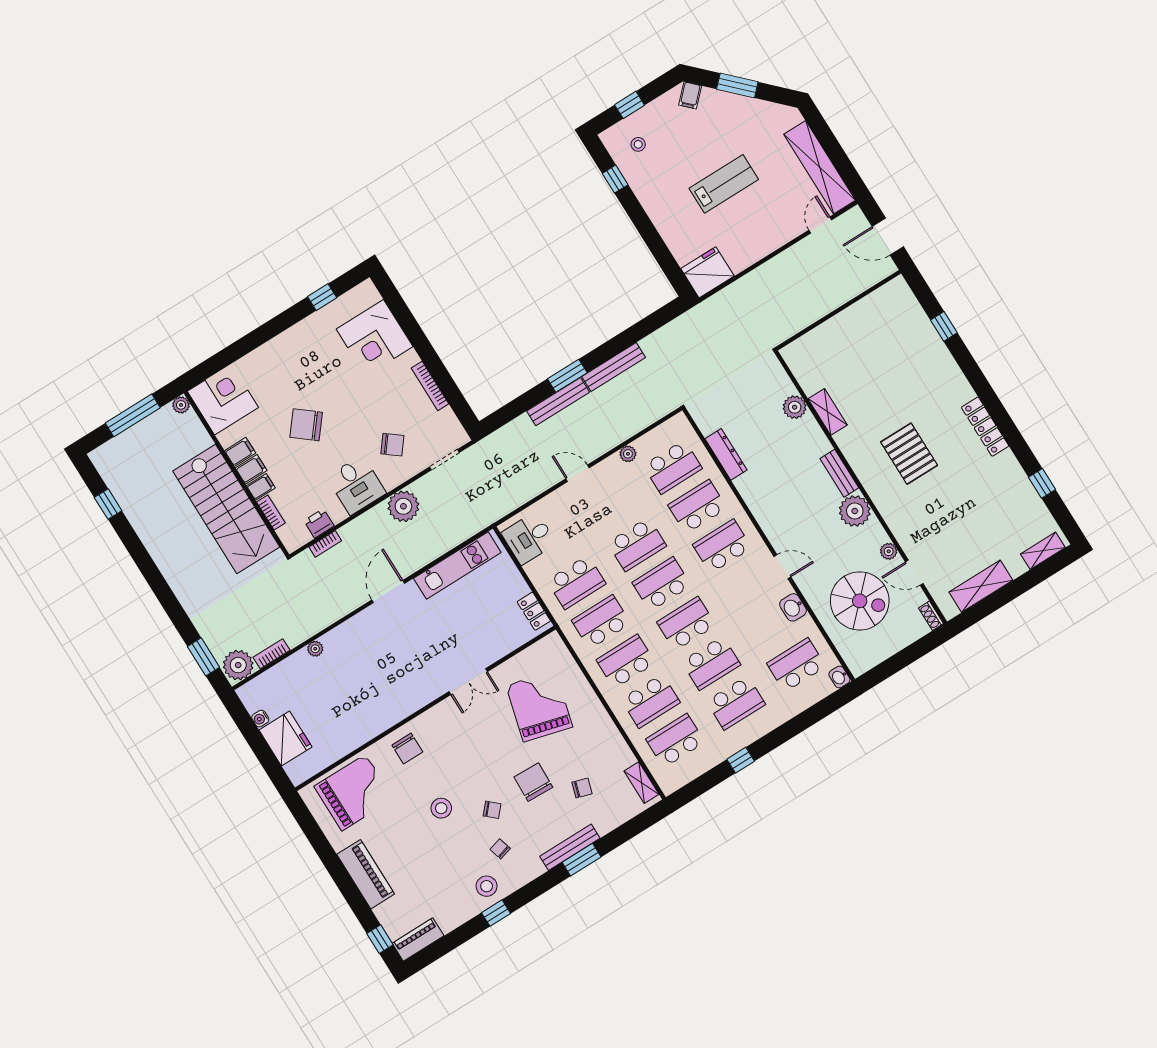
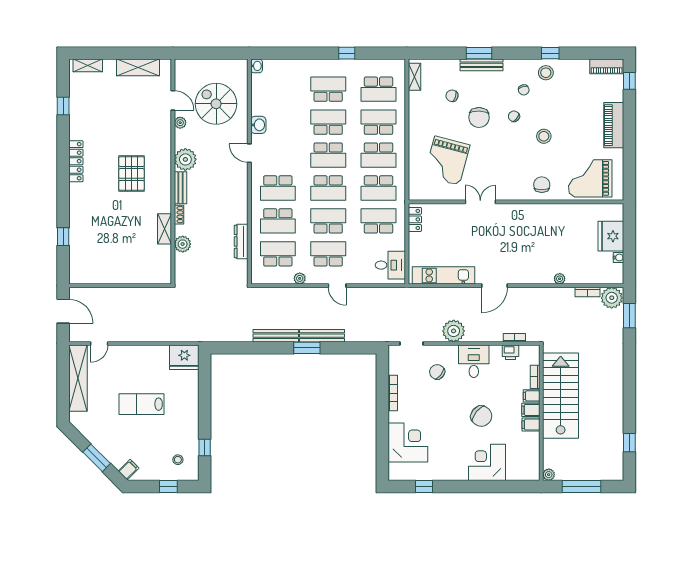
corner desk: (223, 399) -> (487, 462), moved, turned 90
shoe rack: (931, 616) -> (179, 215), moved
school desk: (796, 665) -> (328, 254), moved, turned 180

